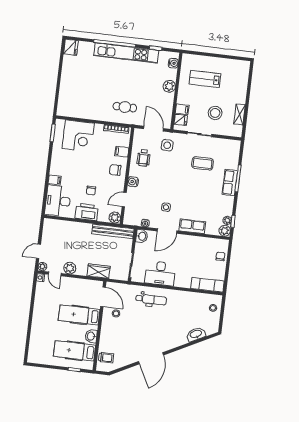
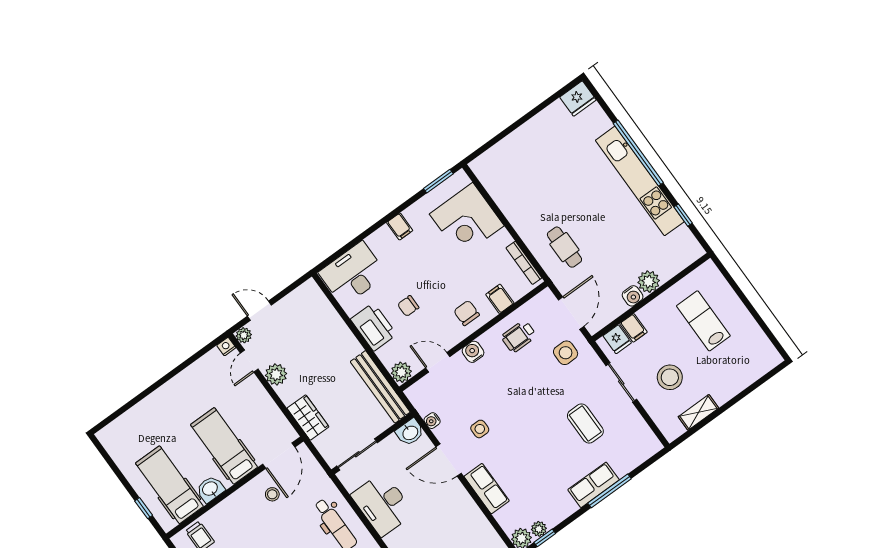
water cooler: (173, 63) -> (633, 296), moved
filing cabinet: (55, 180) -> (400, 226), moved

